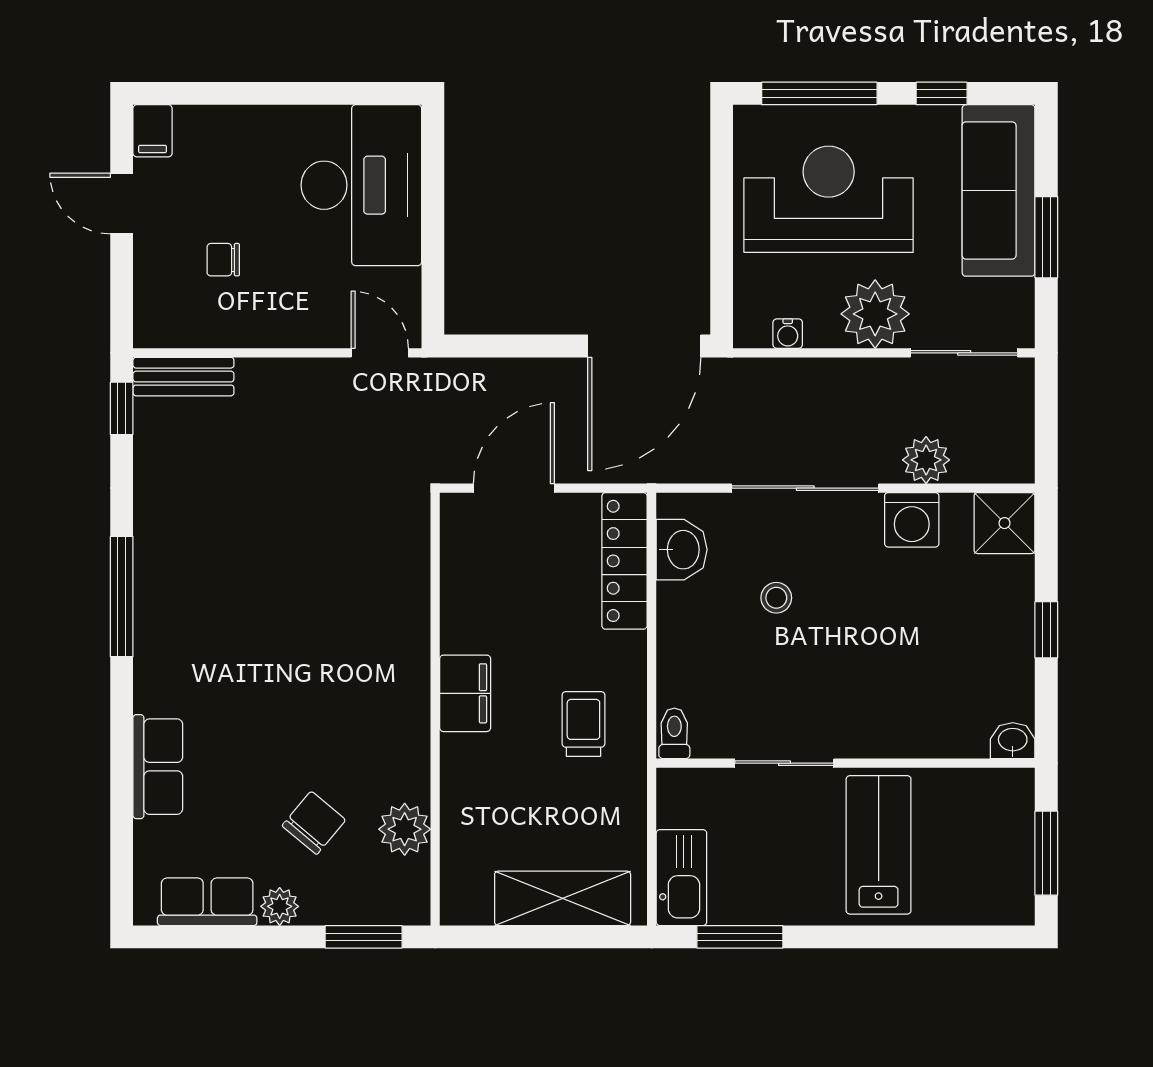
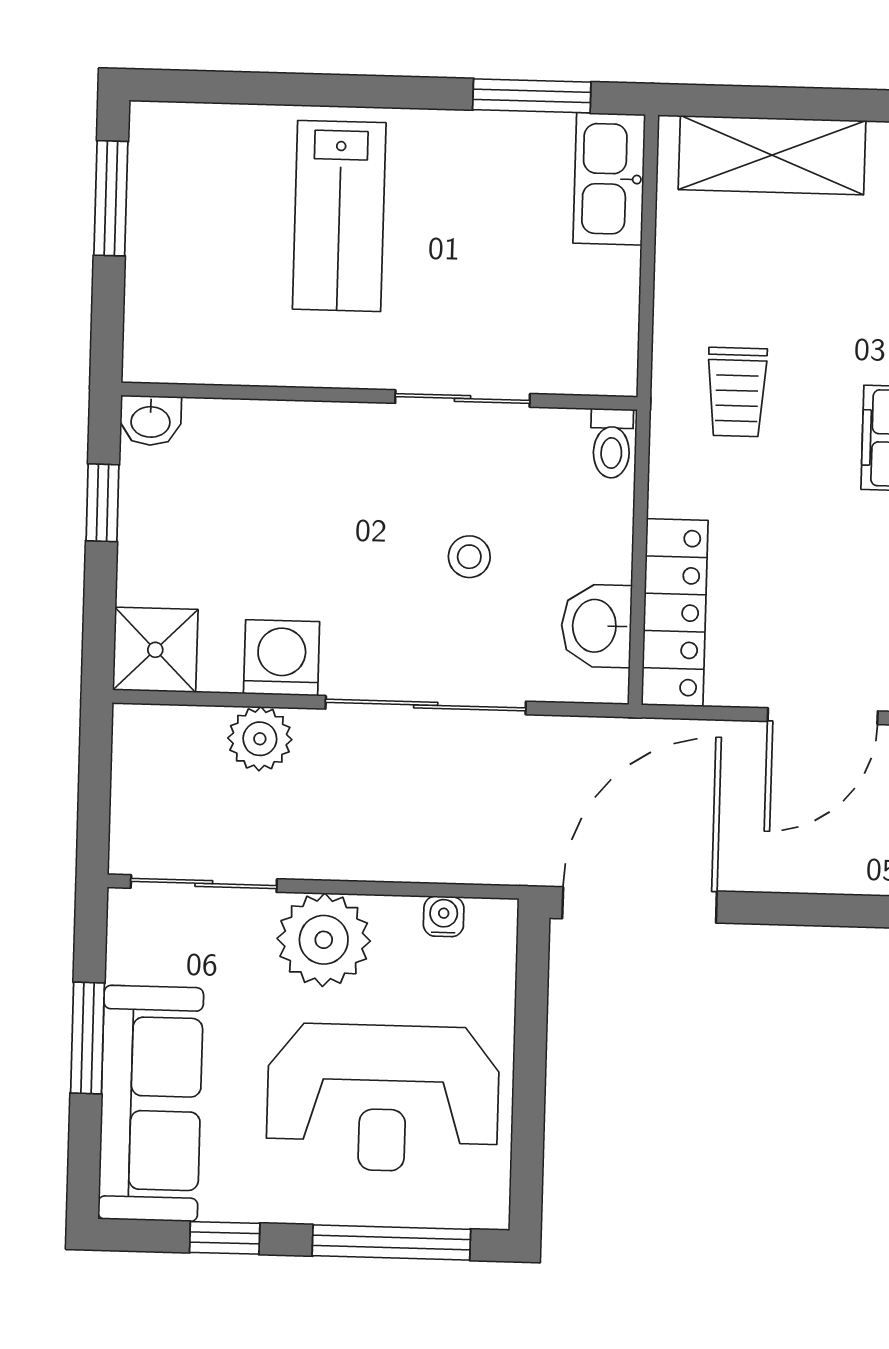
toilet: (674, 733) -> (612, 443), moved
washbasin: (1013, 741) -> (151, 420), moved
sliding door: (784, 763) -> (463, 398), moved
wall: (846, 763) -> (379, 396), moved

